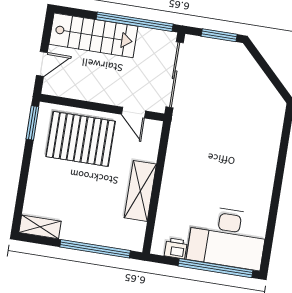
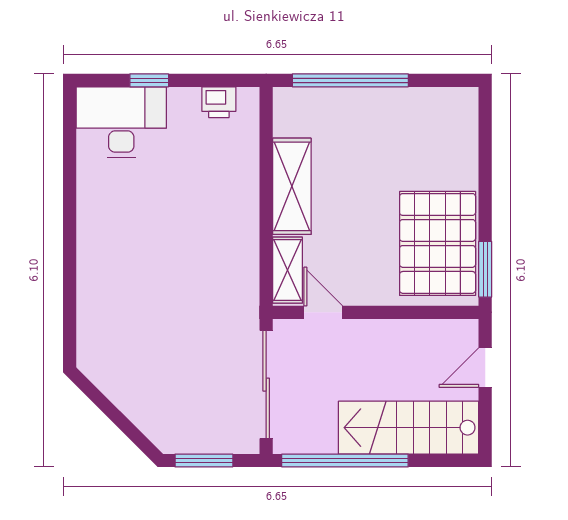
pallet: (81, 139) -> (438, 243), moved, turned 90
shelving: (40, 227) -> (287, 270), moved, turned 90
desk: (227, 238) -> (121, 122), width x0.73, depth x0.77
window: (215, 268) -> (149, 80), width x0.32

